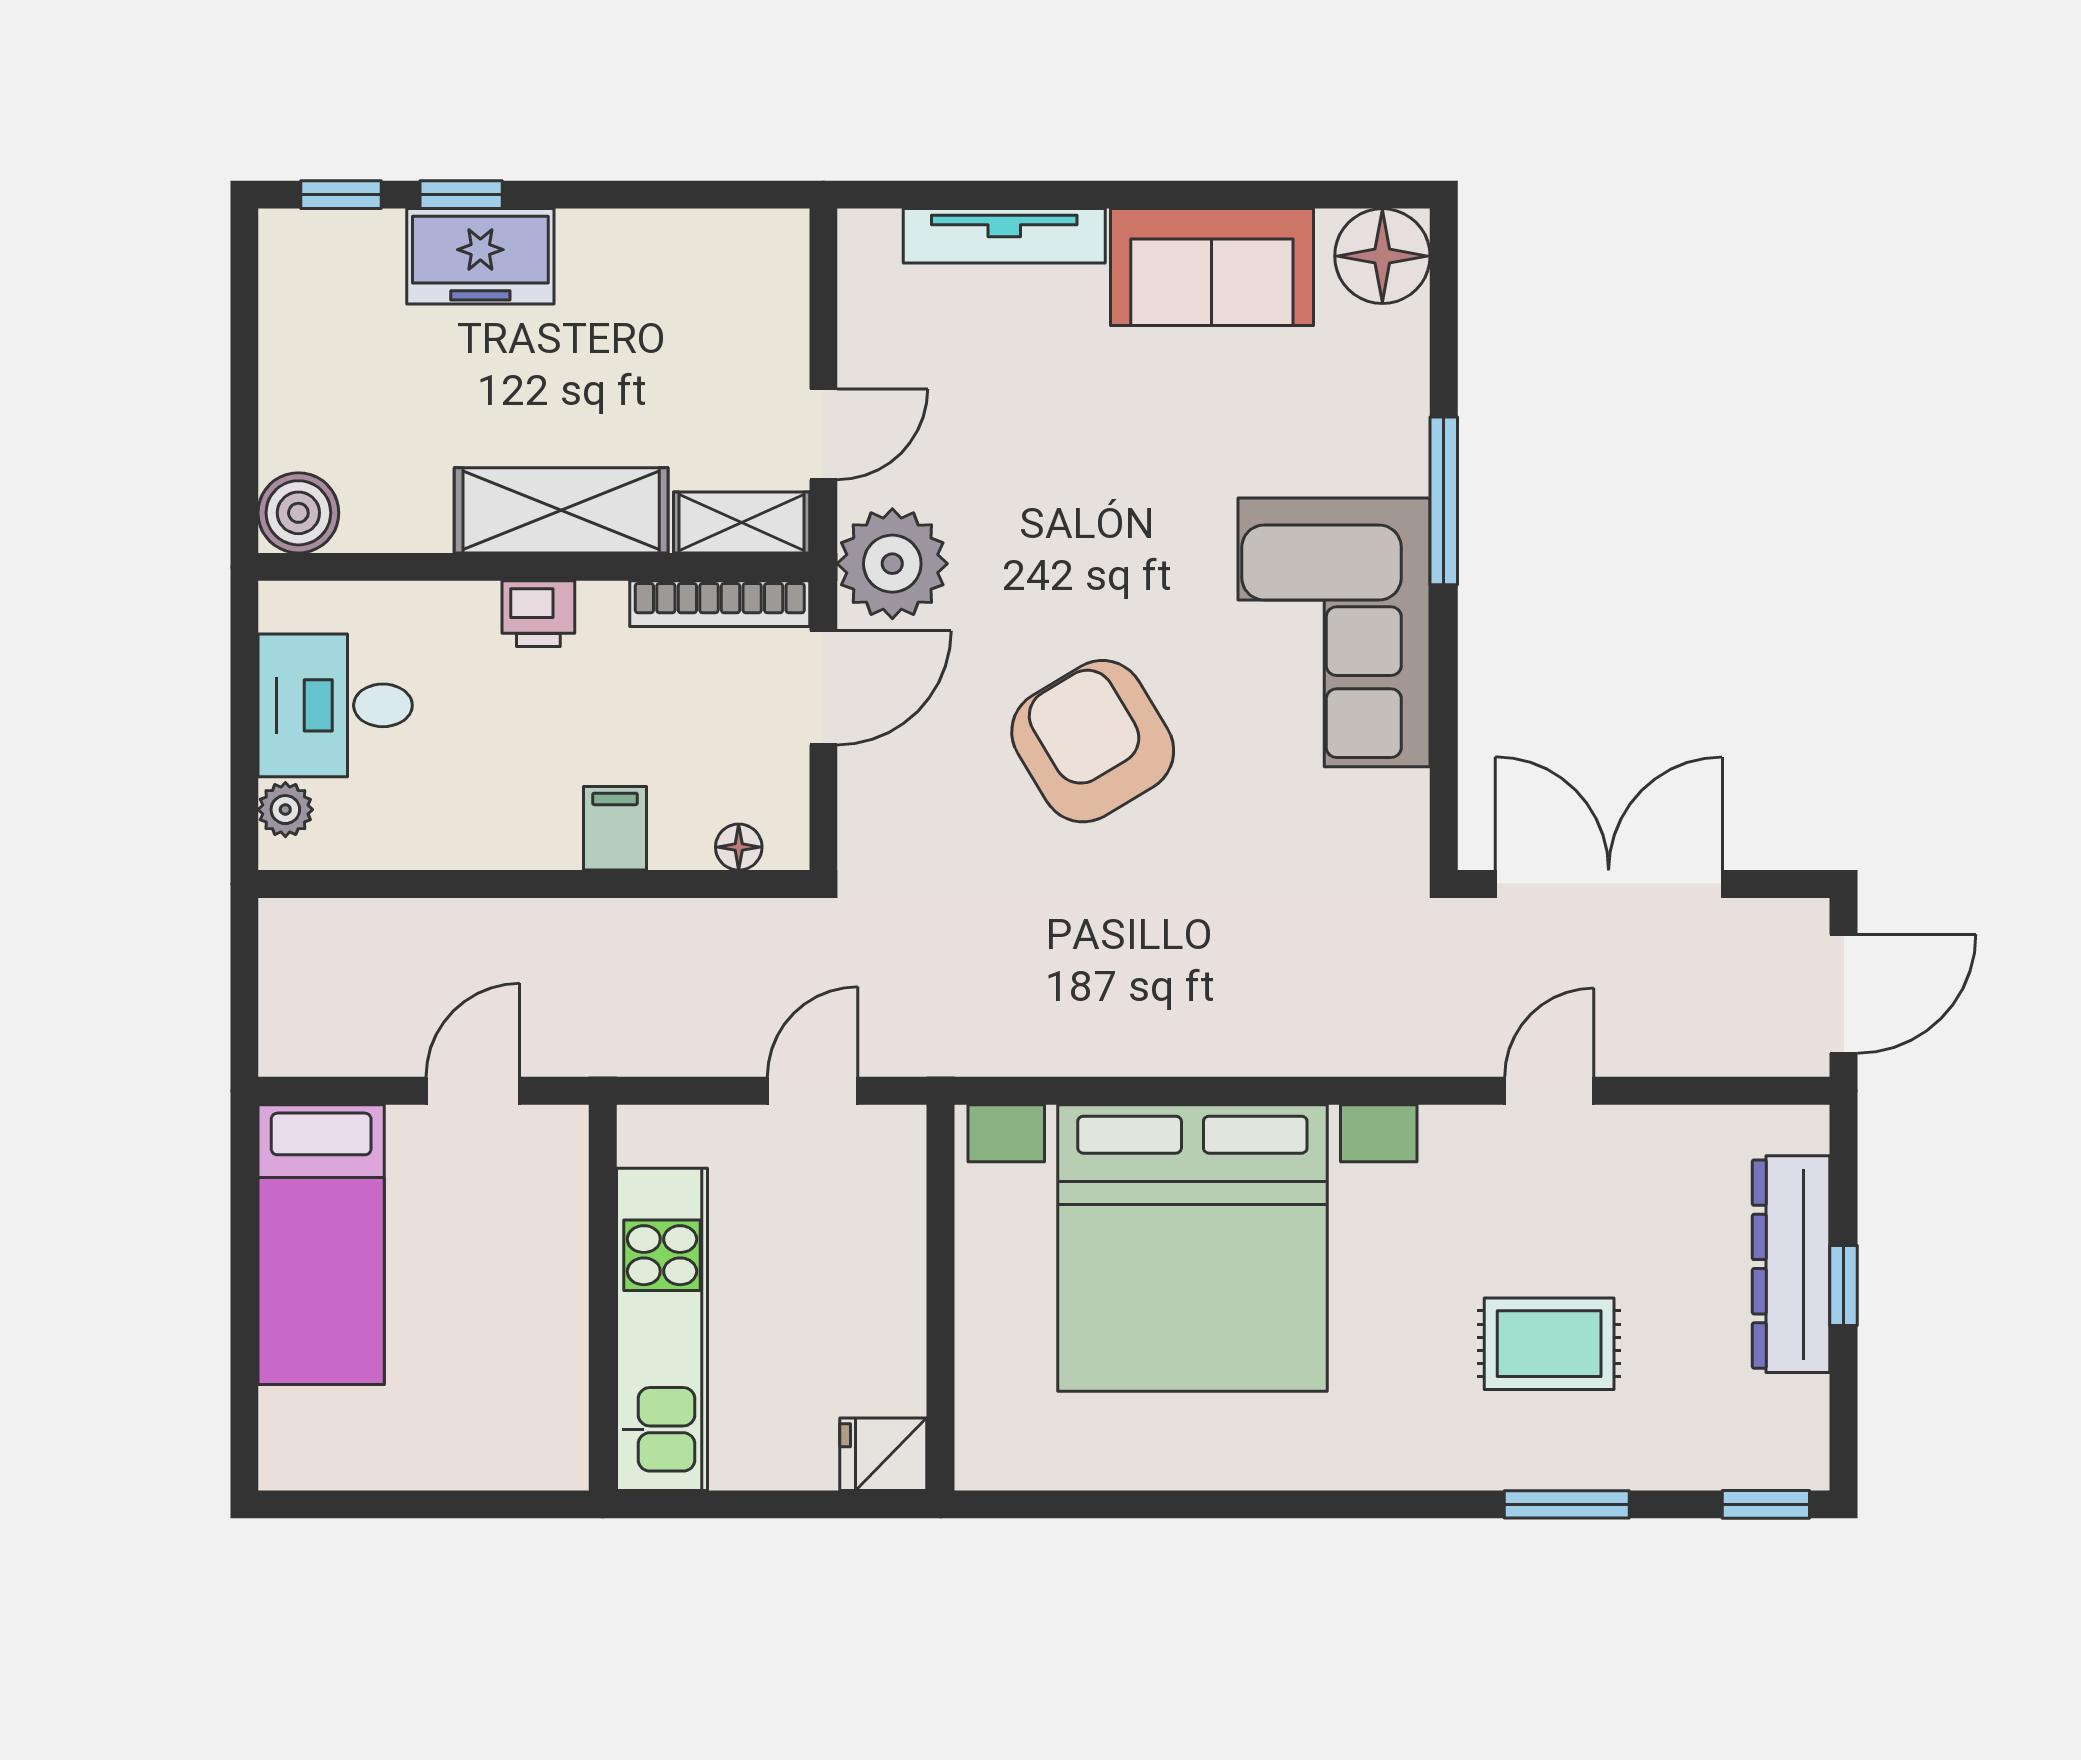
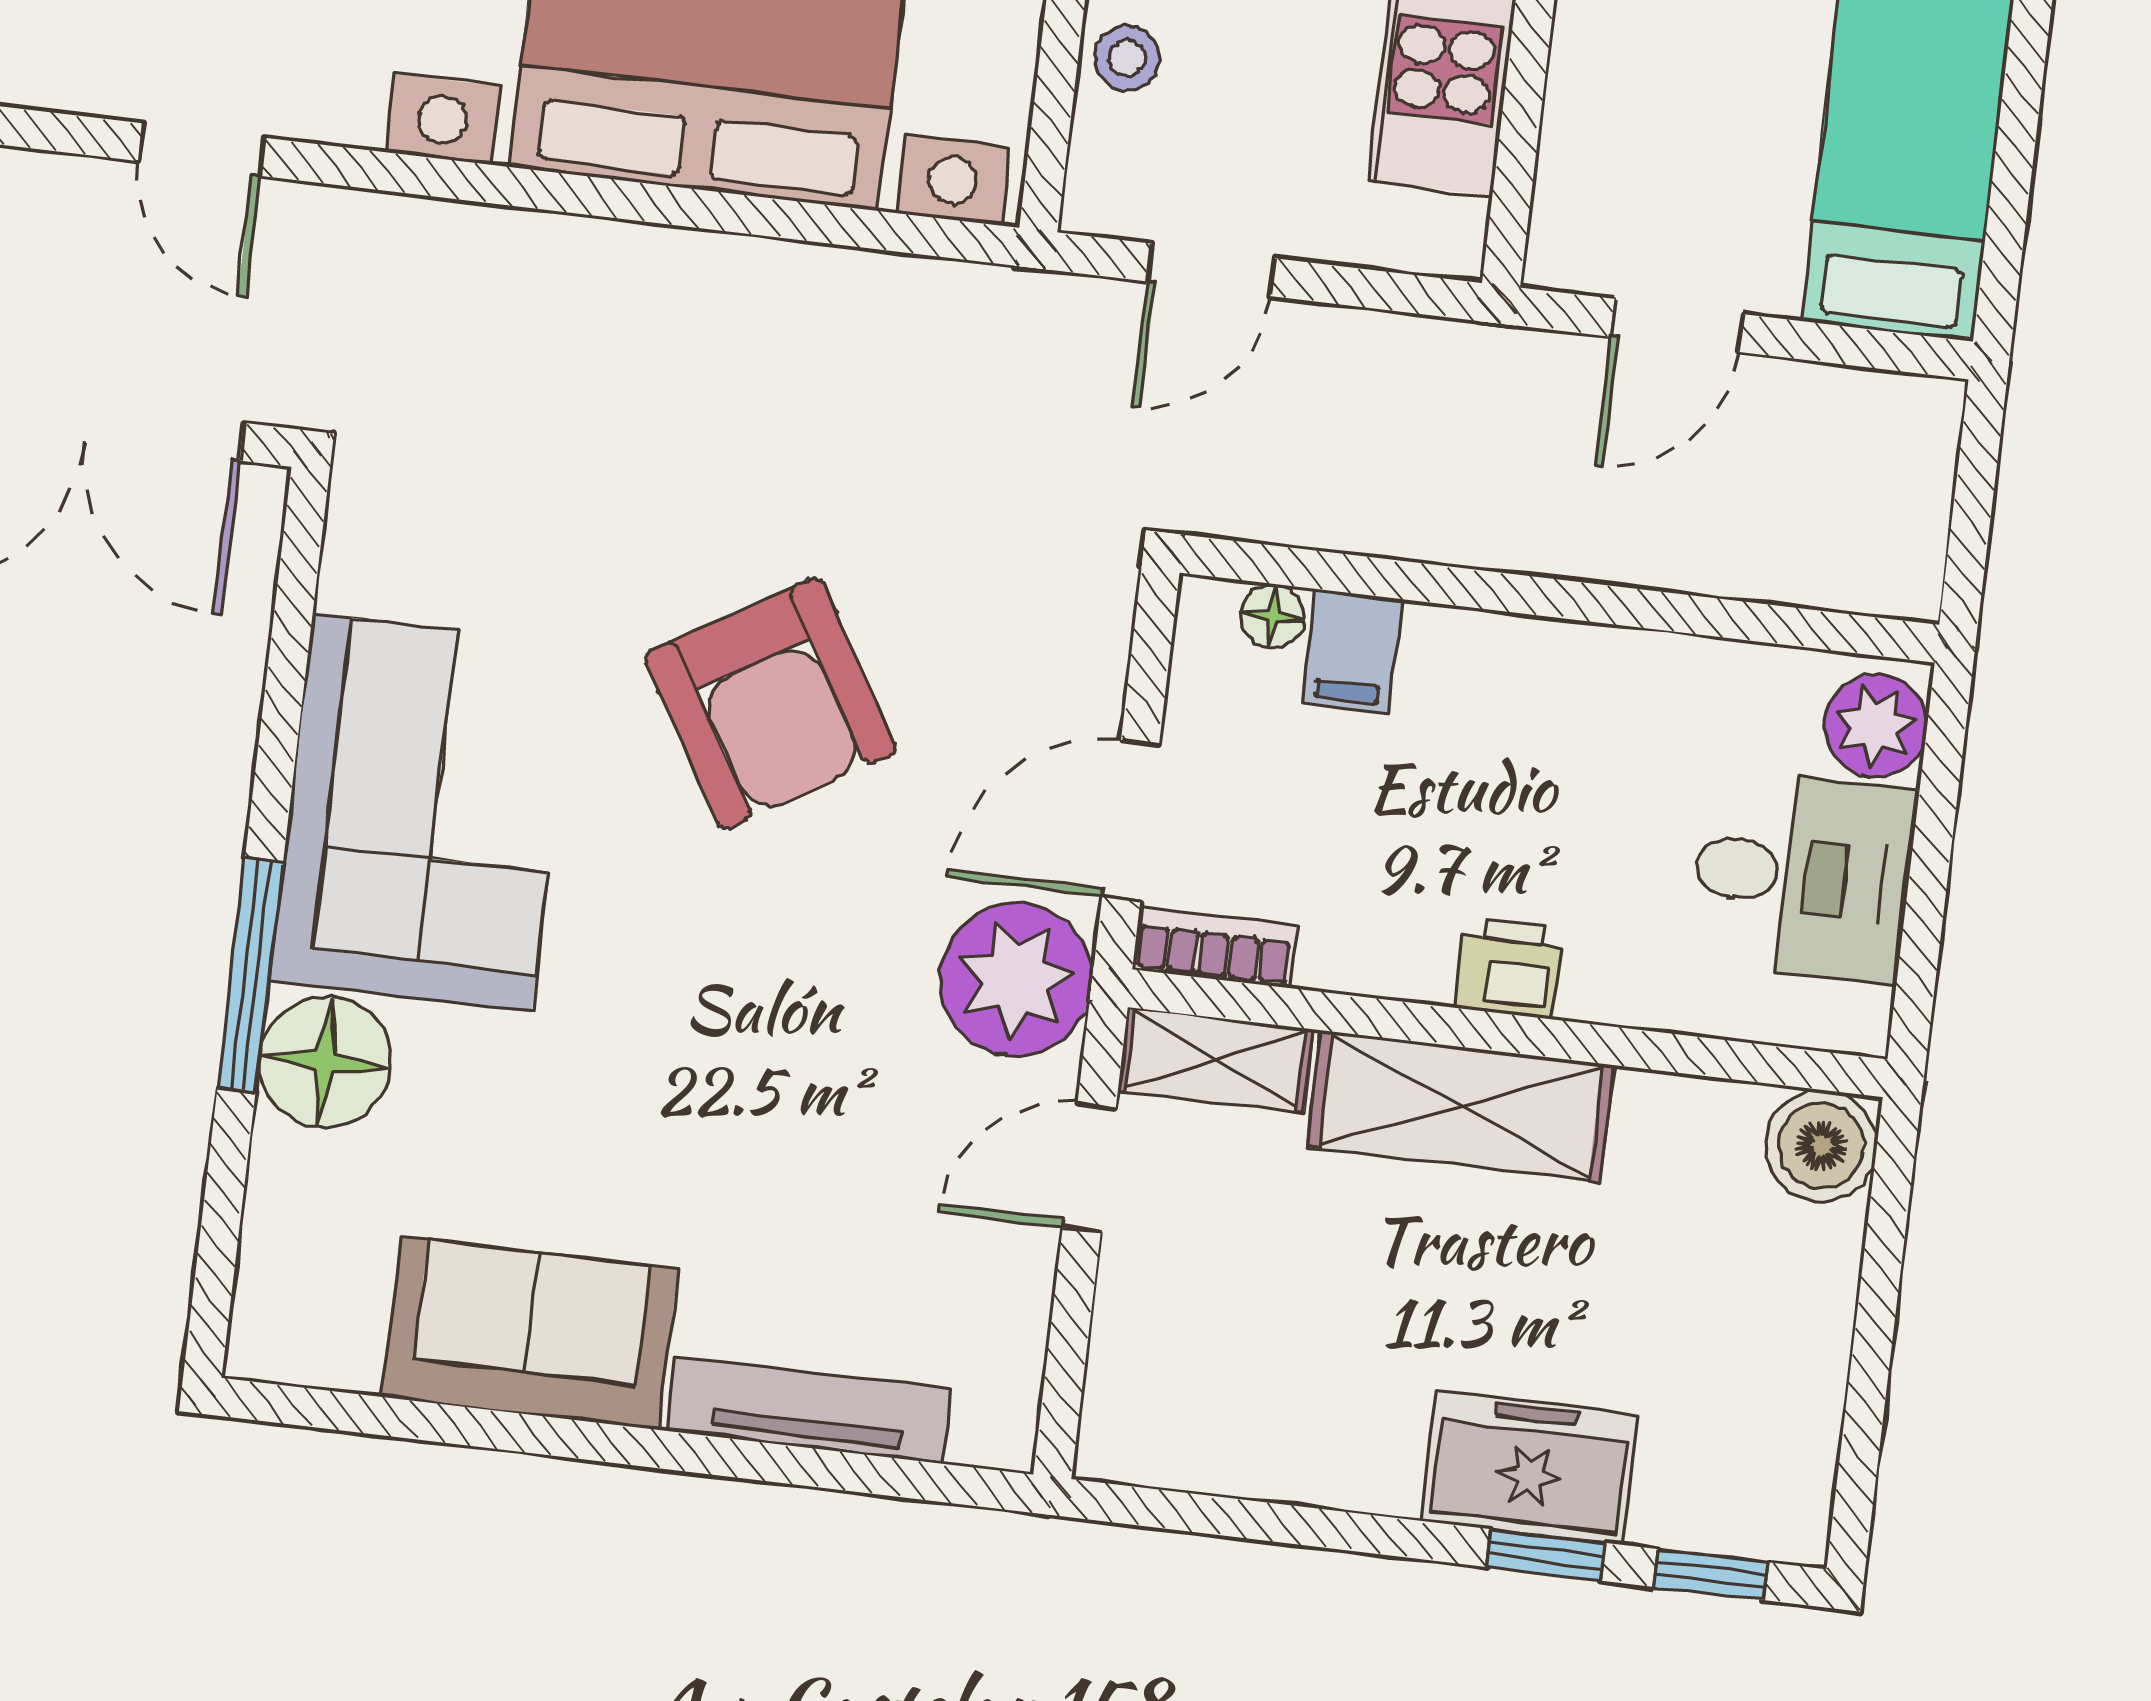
floor lamp: (1382, 256) -> (325, 1062), moved
bookcase: (720, 604) -> (1215, 947), width x0.64
plant: (285, 810) -> (1875, 726), width x1.38, depth x1.38
filing cabinet: (615, 828) -> (1352, 651), moved
door: (1549, 1091) -> (202, 150), hinge flipped
stool: (891, 1236) -> (1127, 58), added

